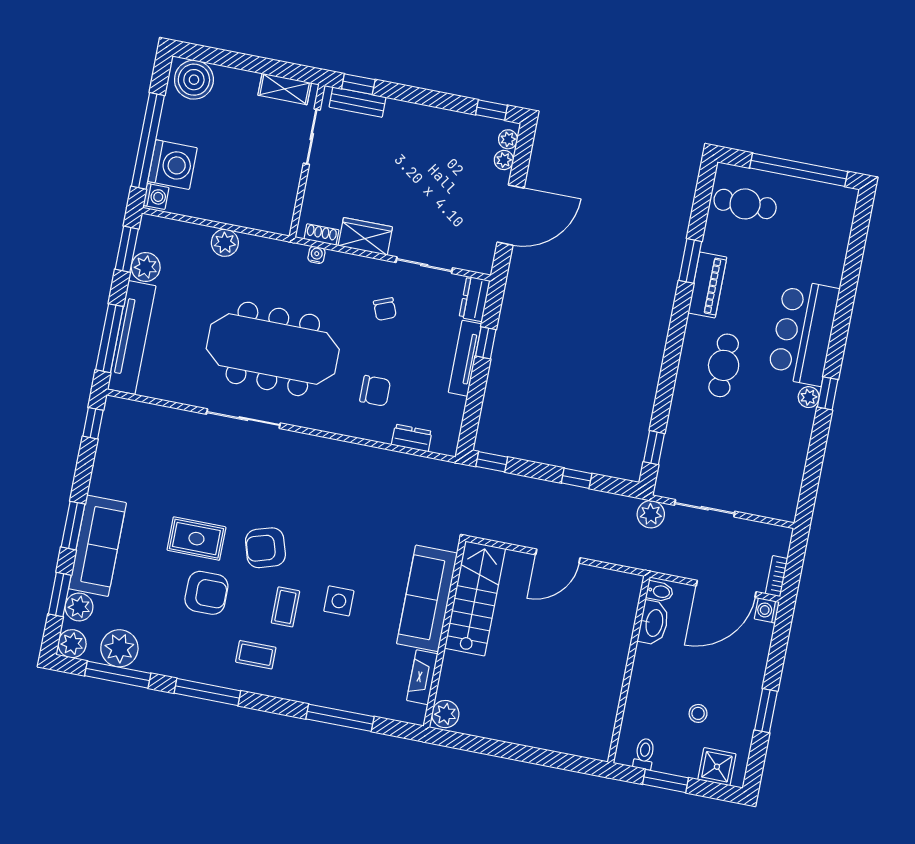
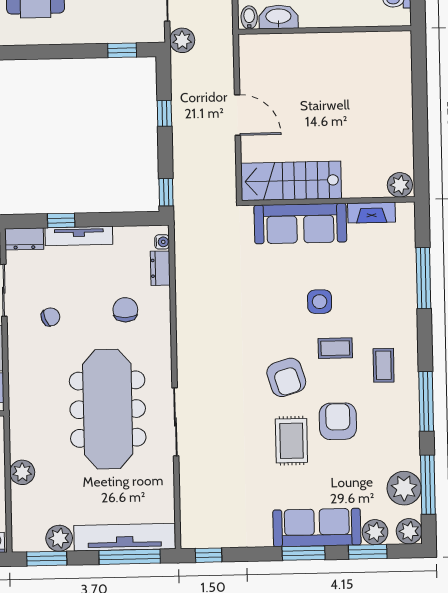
water cooler: (316, 255) -> (162, 242), moved, turned 180

